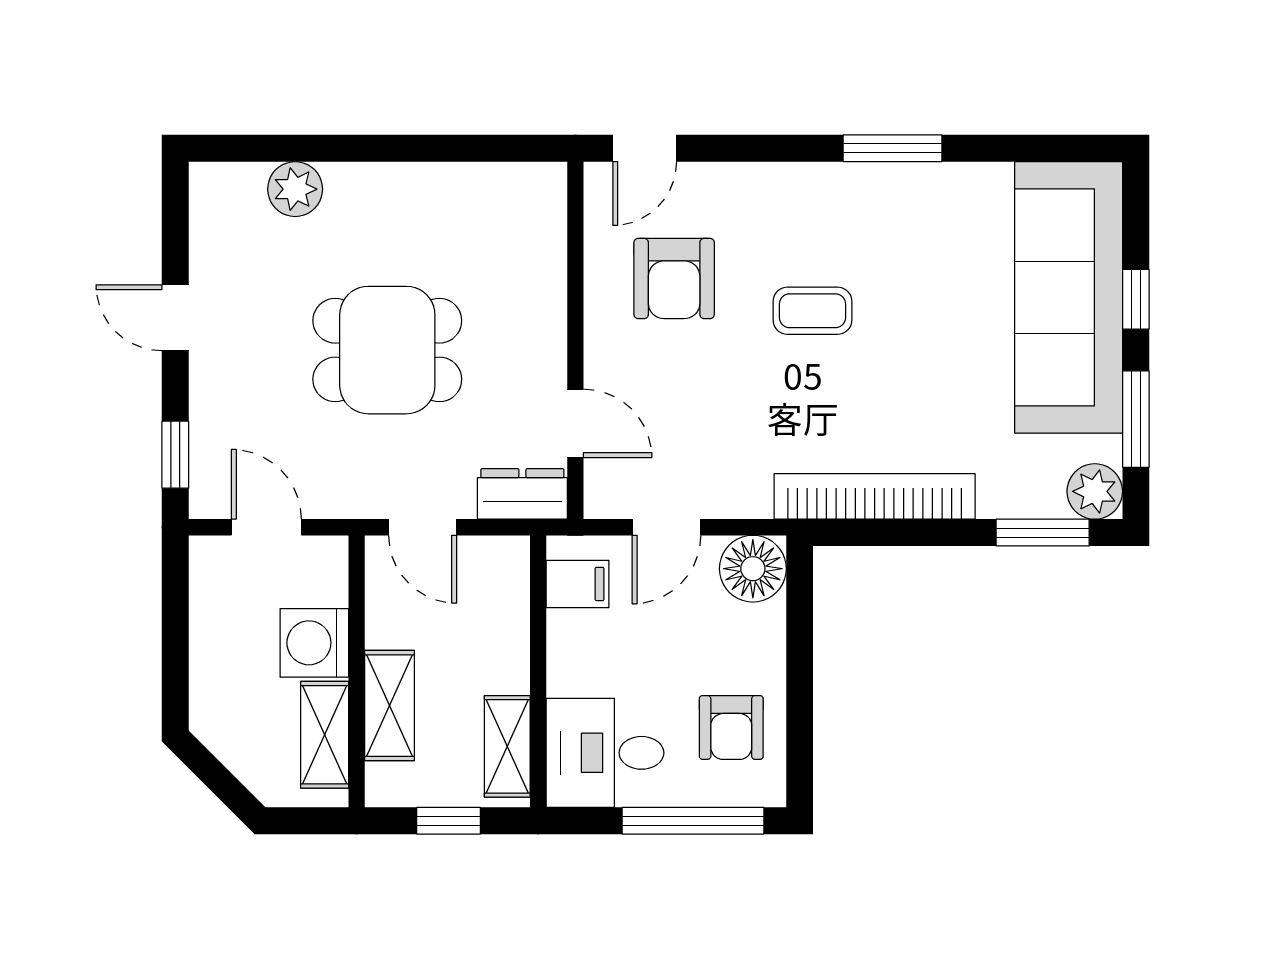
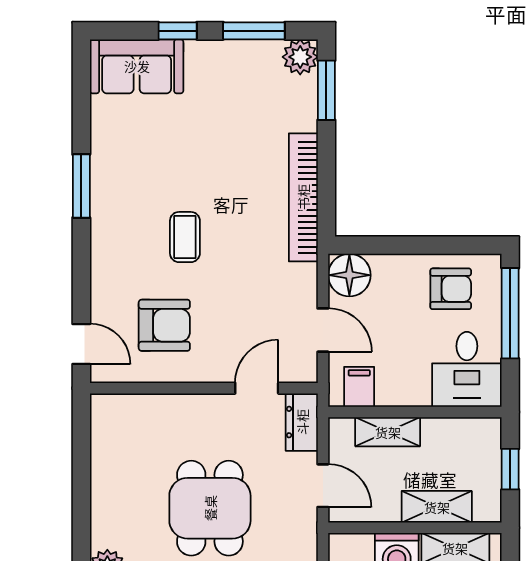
sofa: (1069, 297) -> (137, 66), width x0.54, depth x0.79
door: (423, 527) -> (323, 486), hinge flipped
shelving: (507, 746) -> (388, 432), moved

